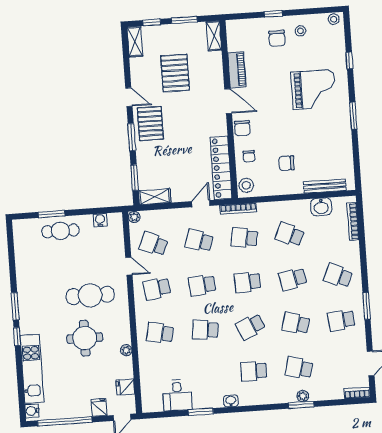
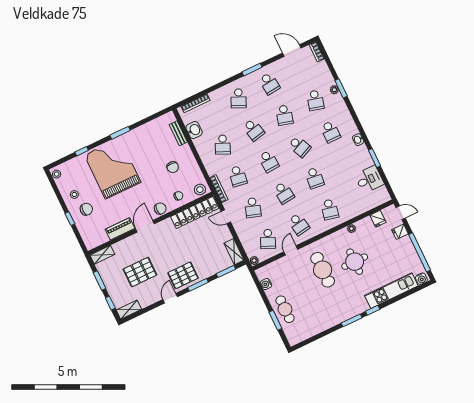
grand piano: (314, 90) -> (113, 169), width x1.37, depth x1.48
bench: (325, 186) -> (178, 133), width x0.73

